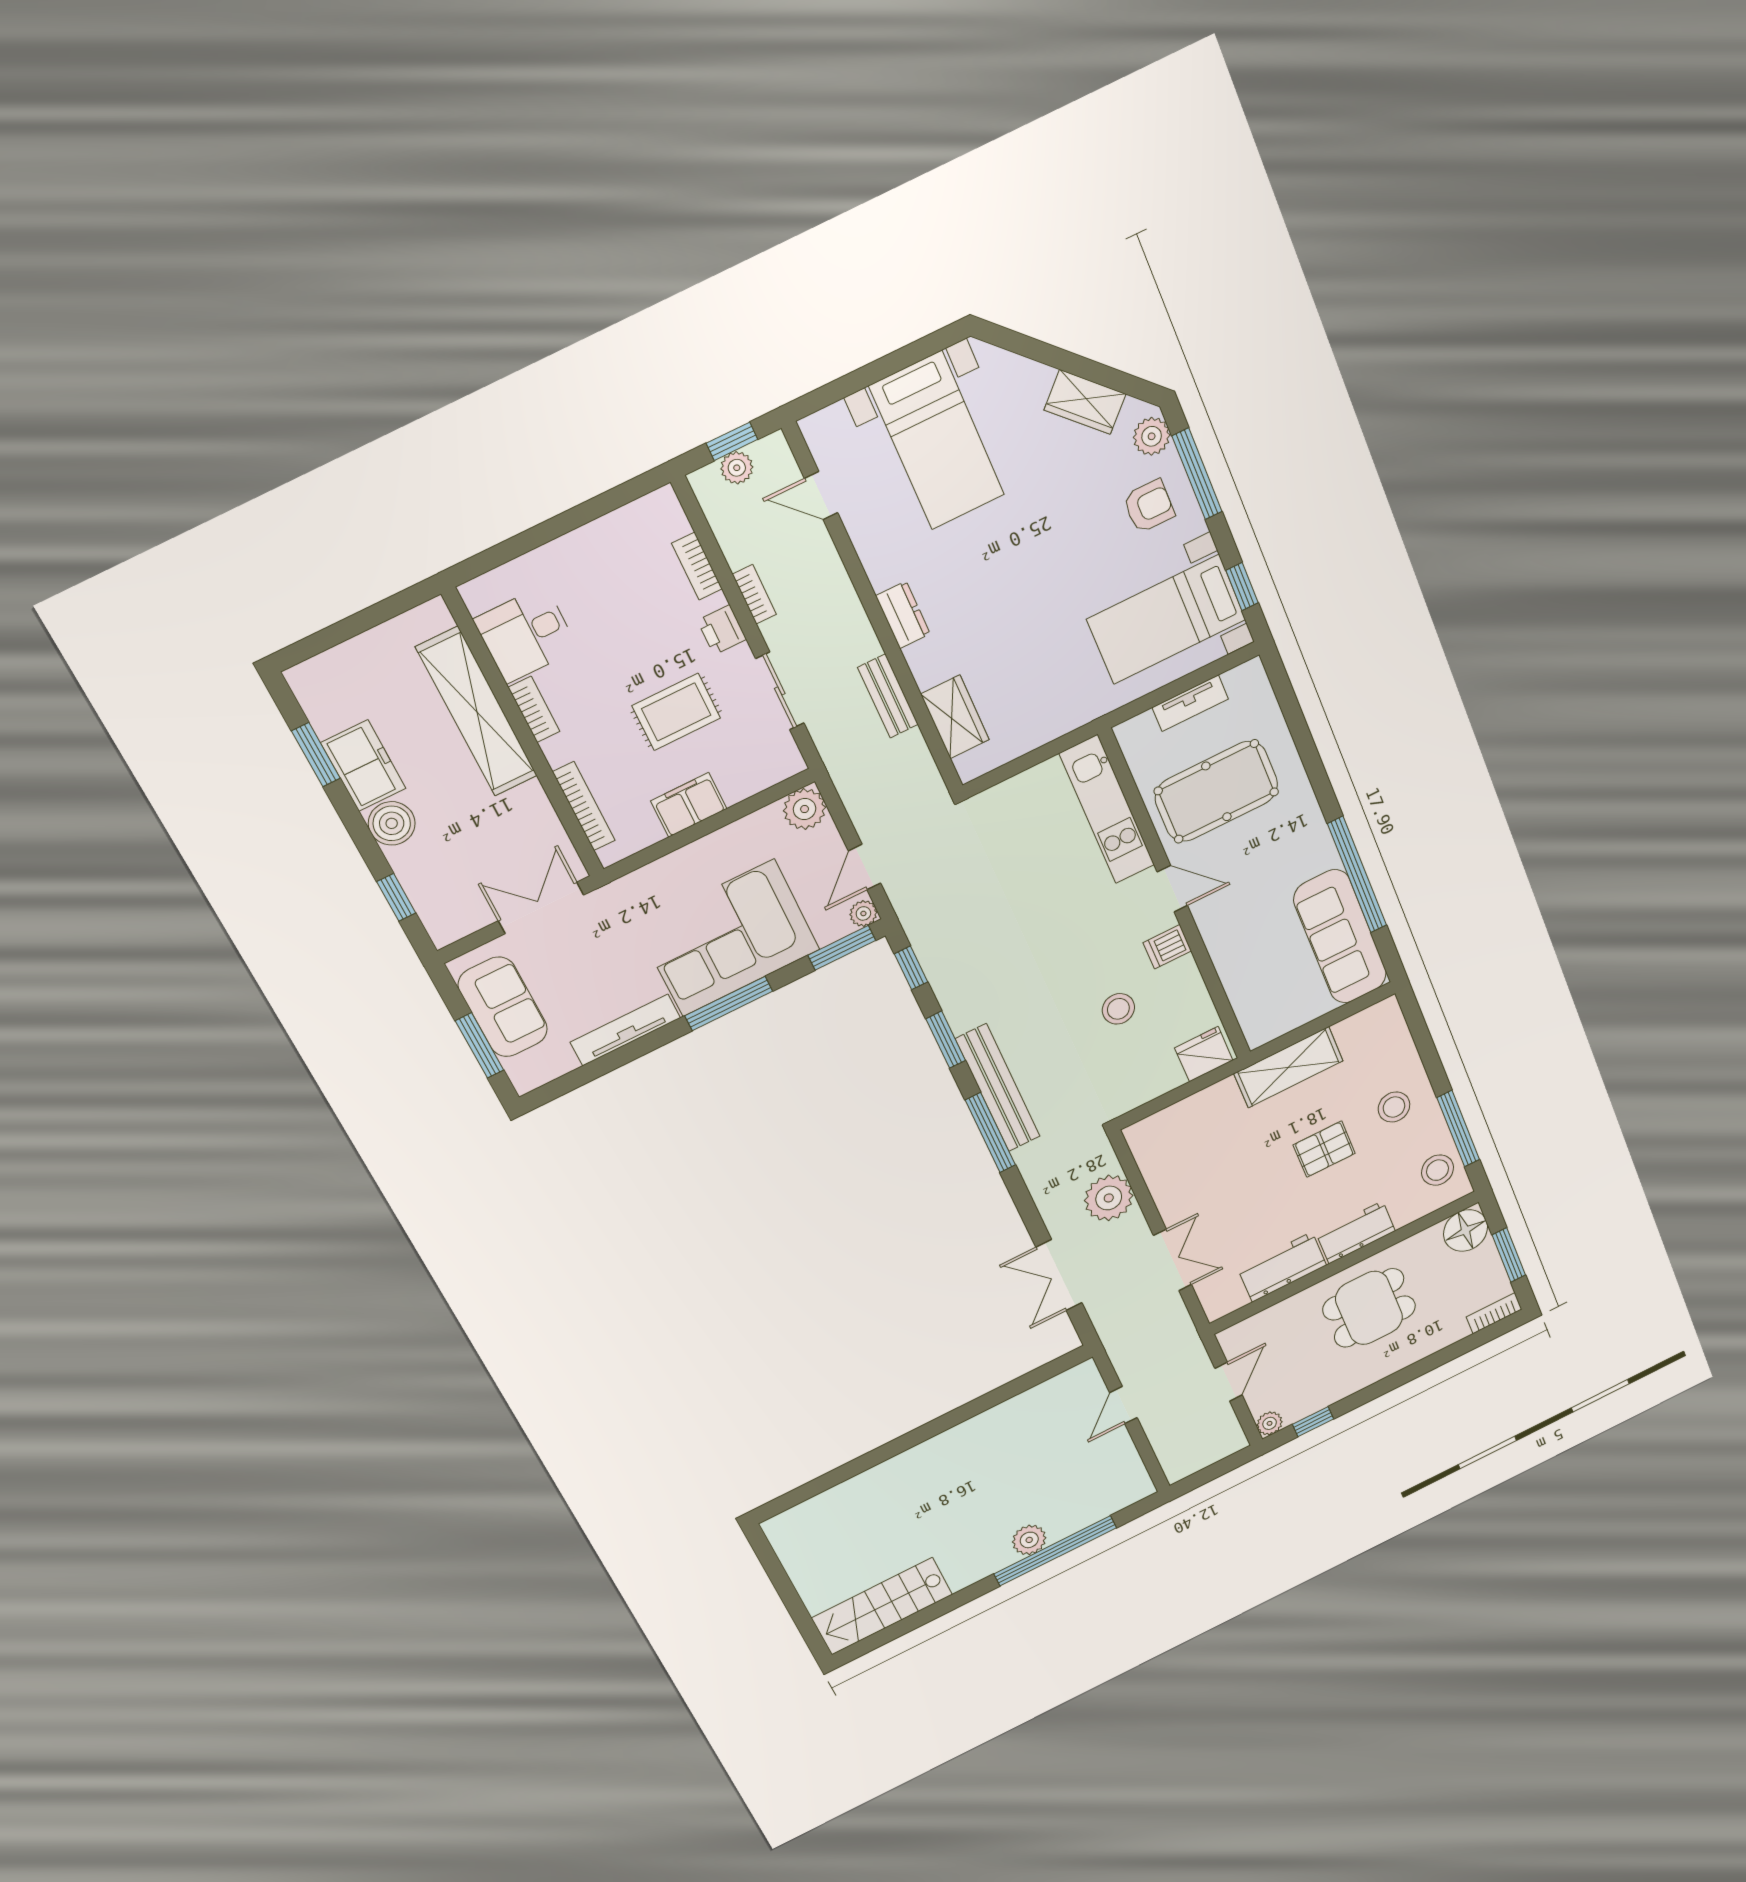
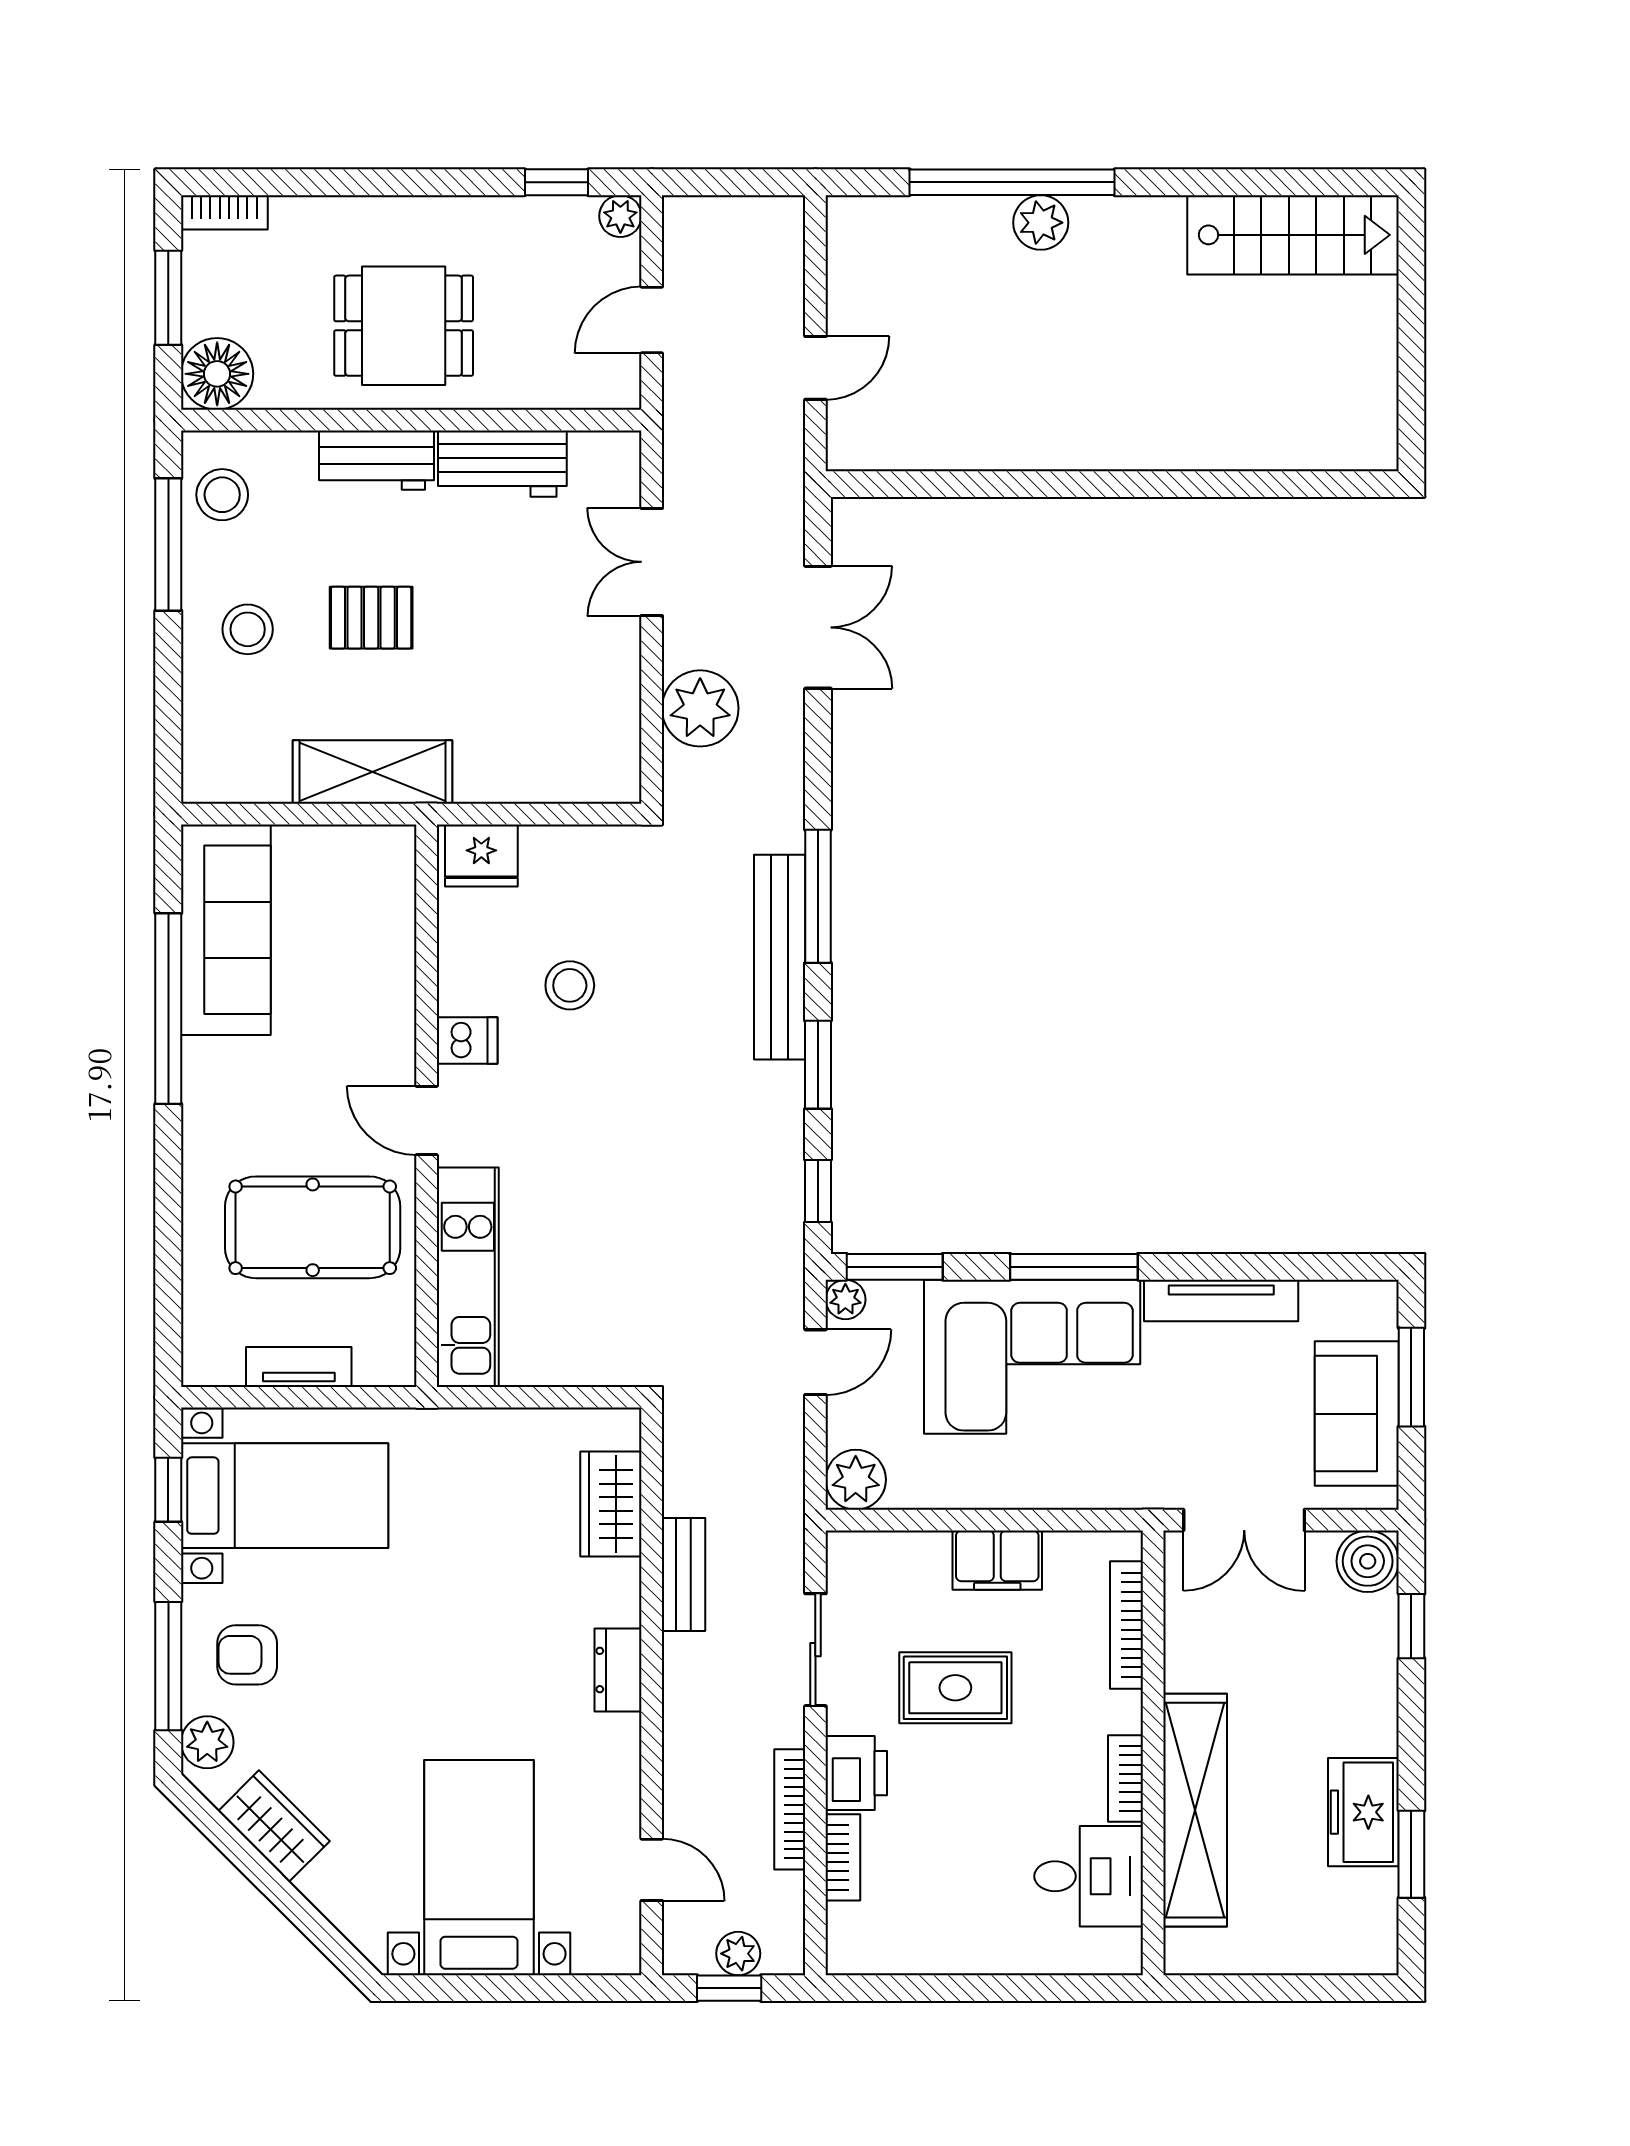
bookcase: (754, 594) -> (790, 1809), width x1.56
printer: (722, 630) -> (856, 1773), width x1.36, depth x1.24
boiler: (392, 823) -> (1368, 1561), moved

